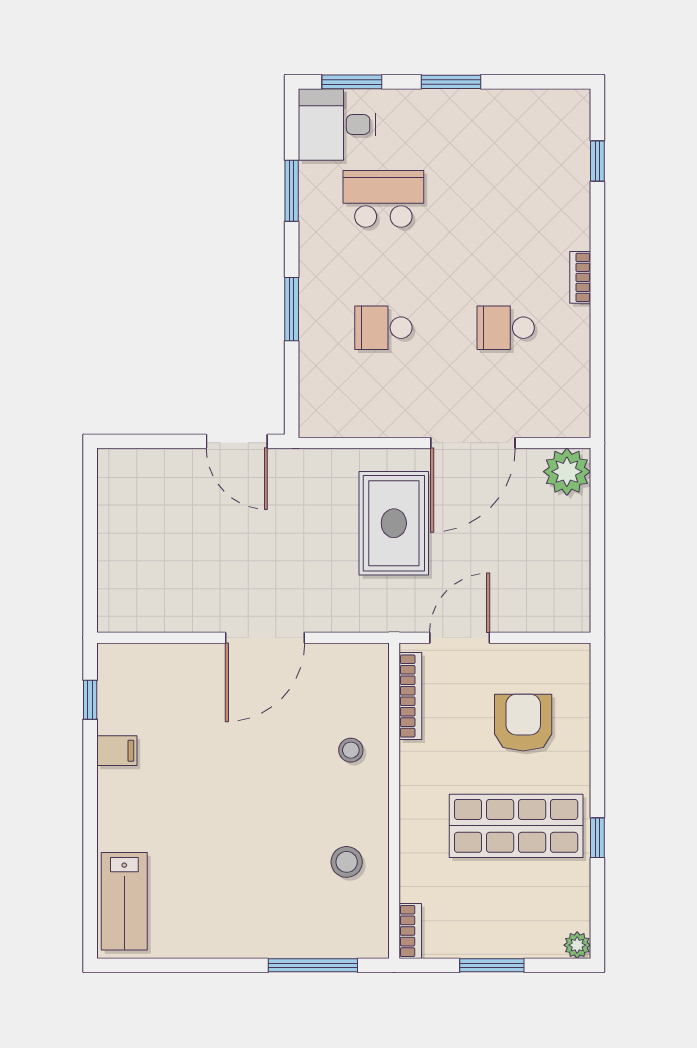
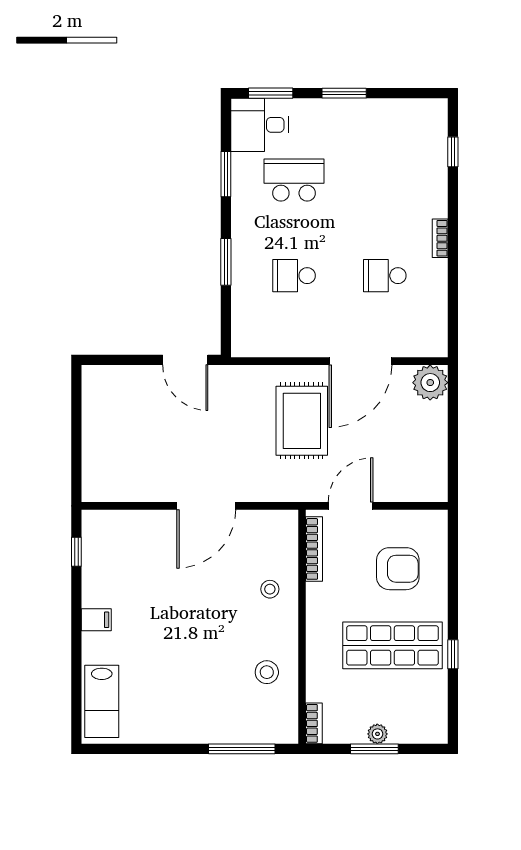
armchair: (523, 723) -> (398, 569), turned 90
filing cabinet: (117, 751) -> (96, 620), moved
plant: (577, 945) -> (377, 734), moved

